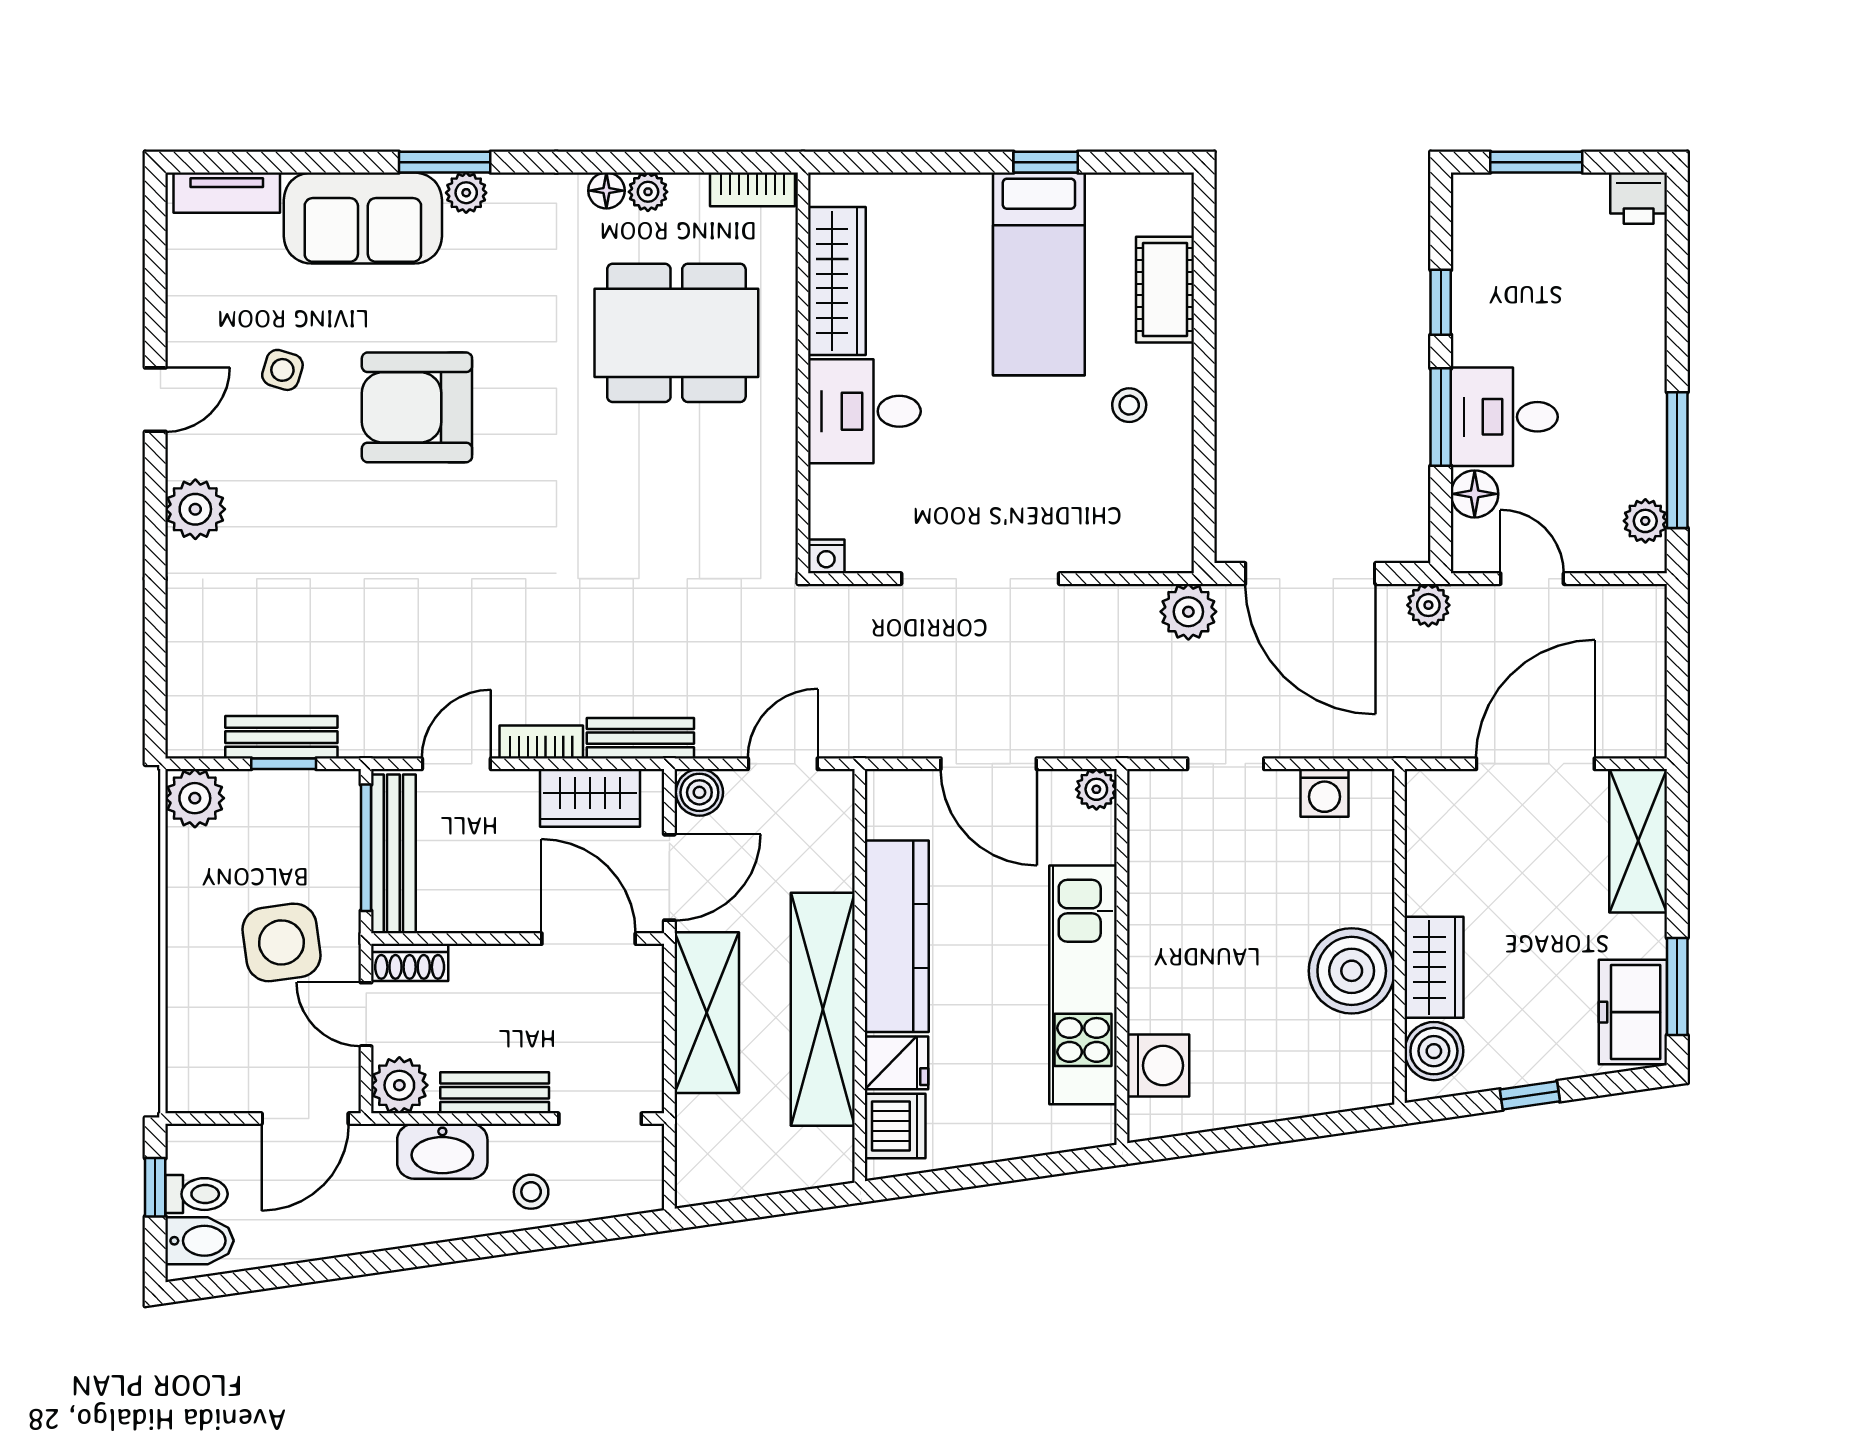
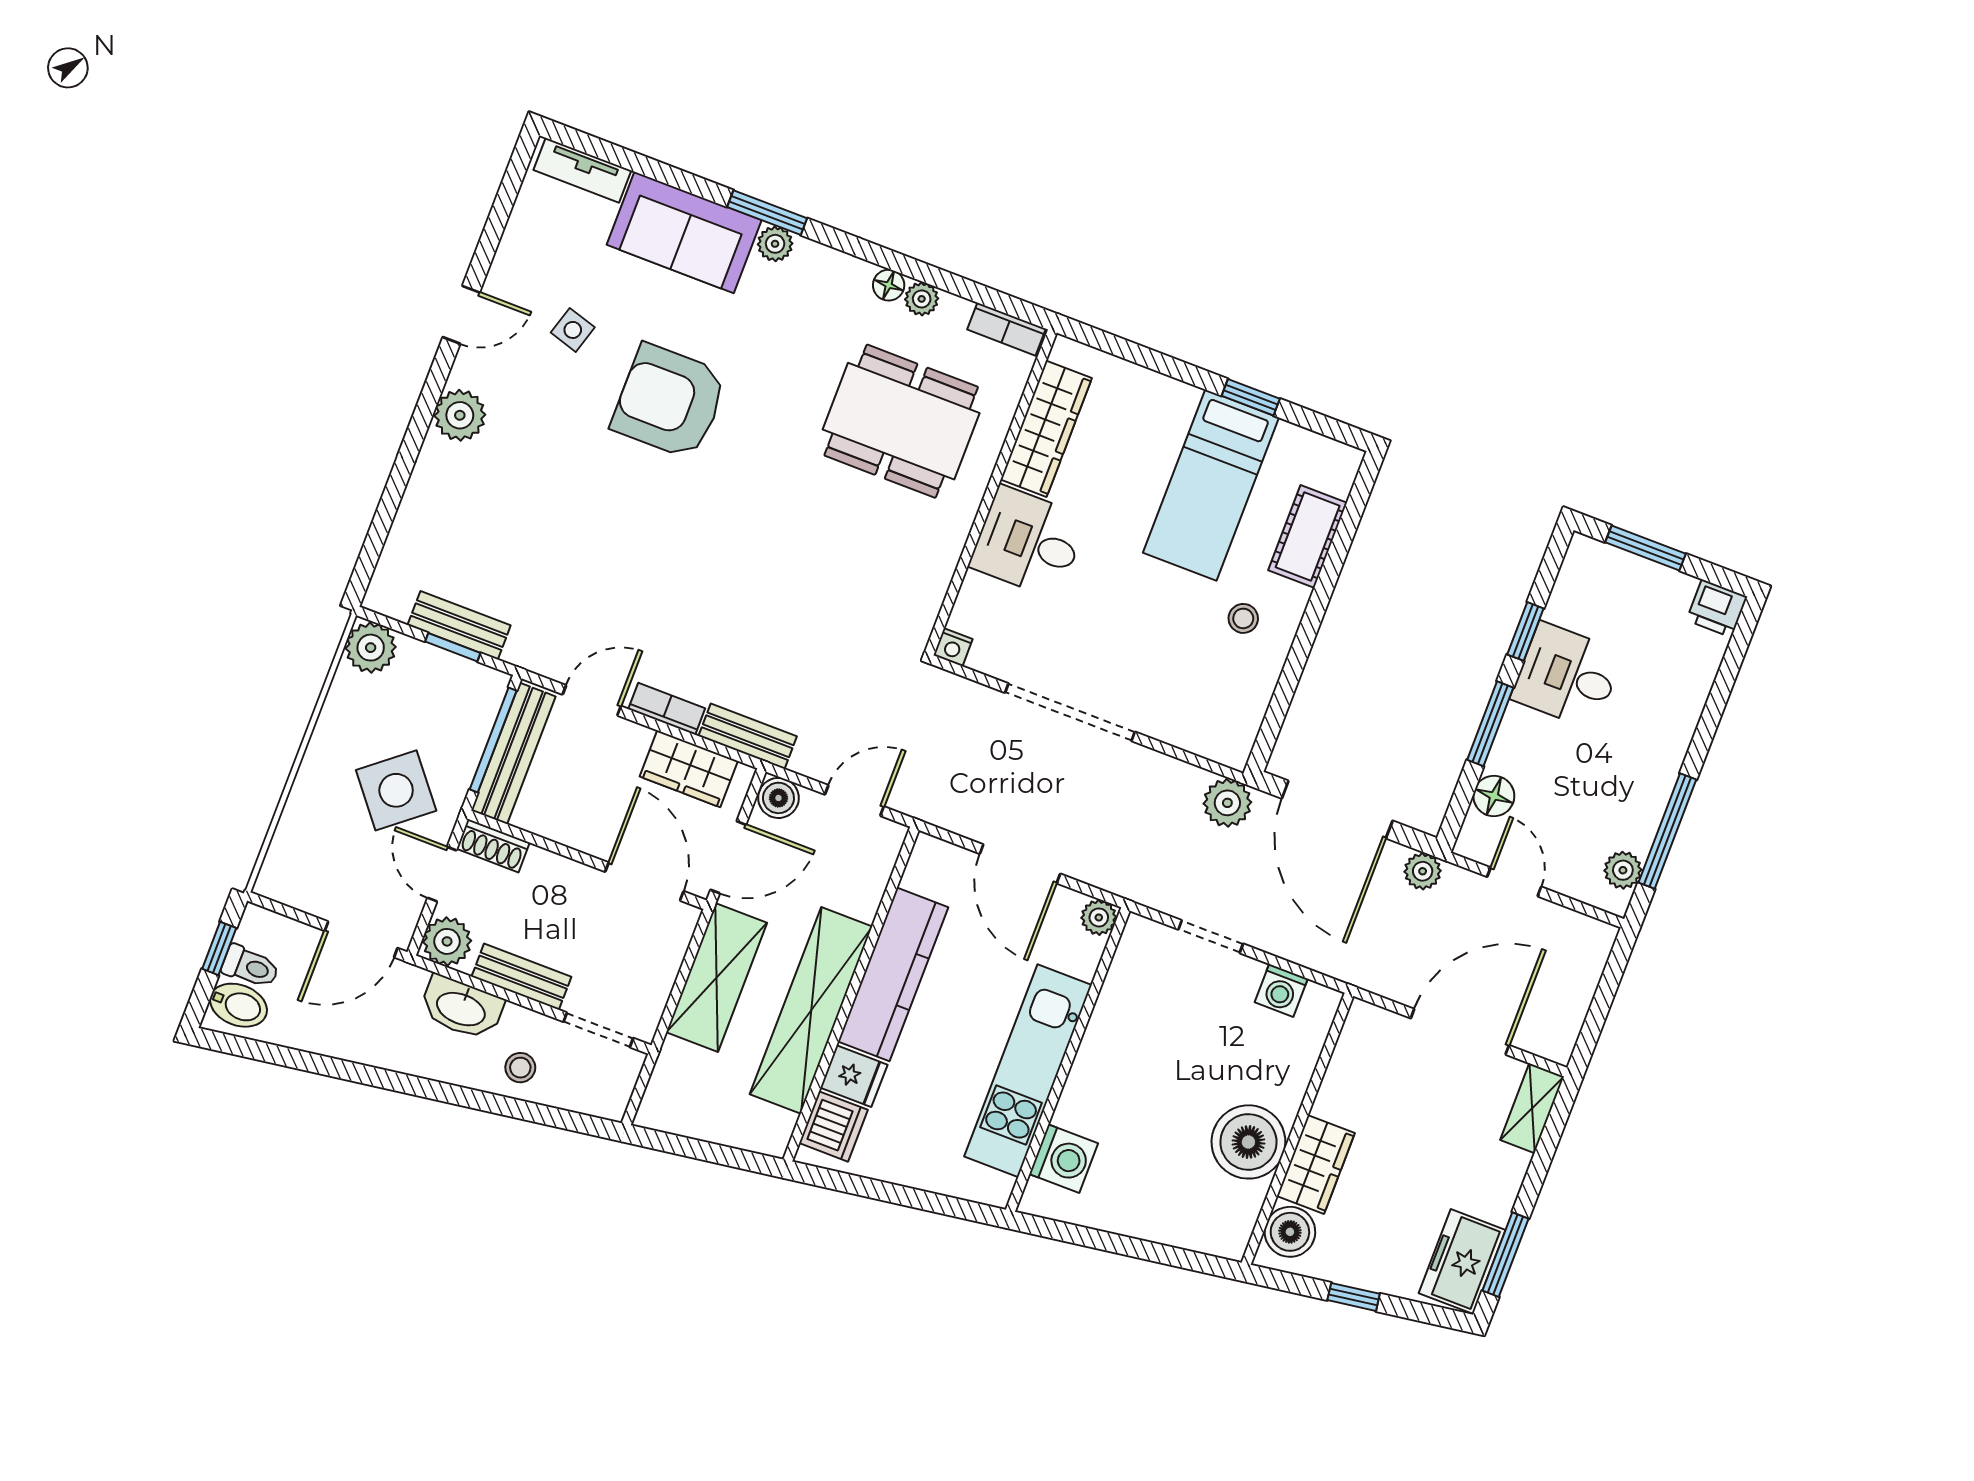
desk: (1504, 417) -> (1567, 676), moved
shelving: (1638, 841) -> (1532, 1108), width x0.67, depth x0.75
side table: (281, 942) -> (396, 790), turned -31

